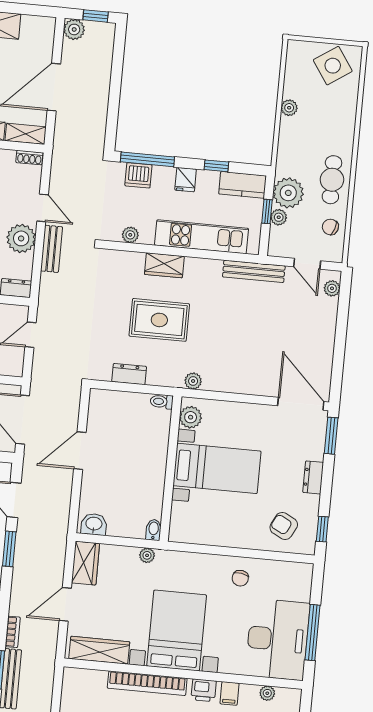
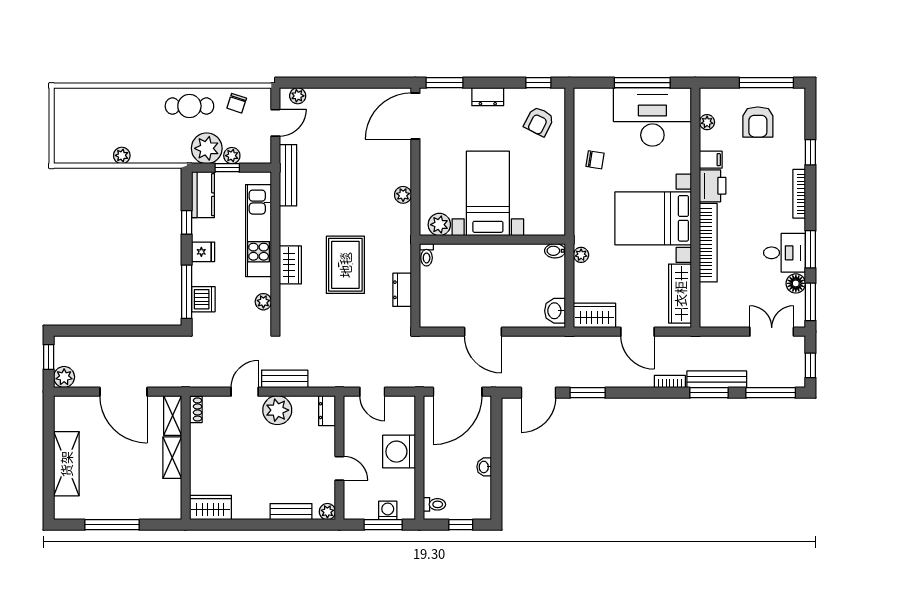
side table: (333, 66) -> (76, 116), removed
plant: (193, 381) -> (403, 195), moved
printer: (204, 690) -> (713, 186), width x1.36, depth x1.24

